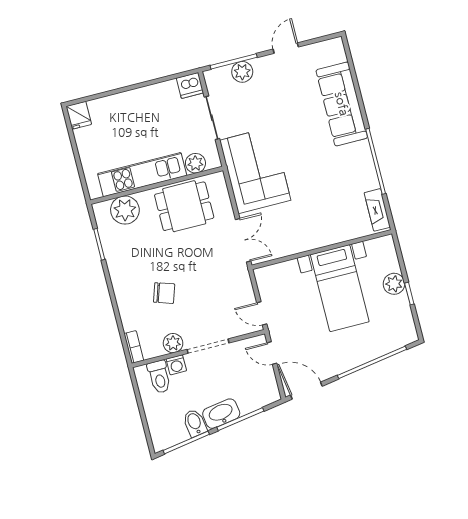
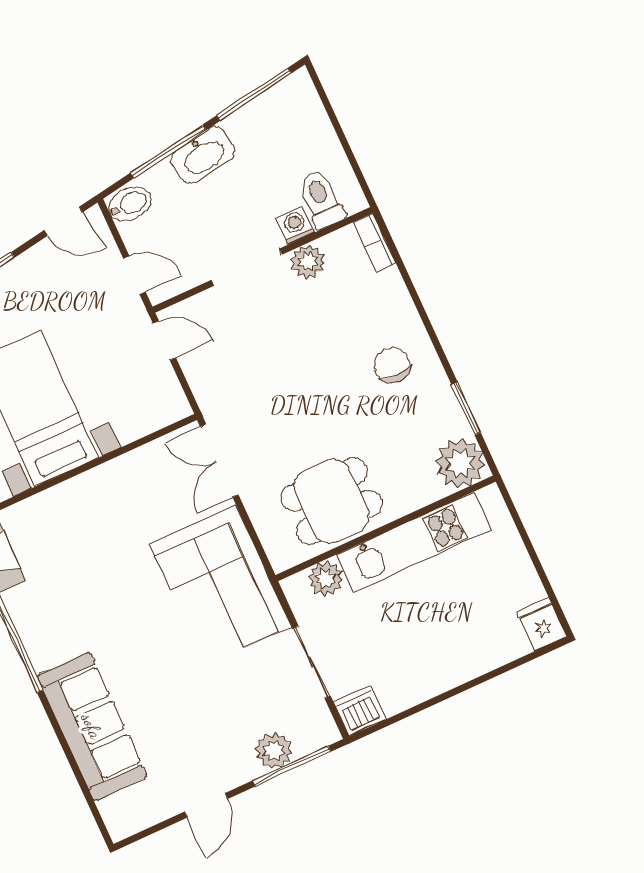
plant: (125, 210) -> (460, 463), moved
chair: (164, 293) -> (392, 365), moved, turned 72
door: (306, 391) -> (63, 221), width x0.73
bidet: (195, 423) -> (130, 204), moved, turned -81

